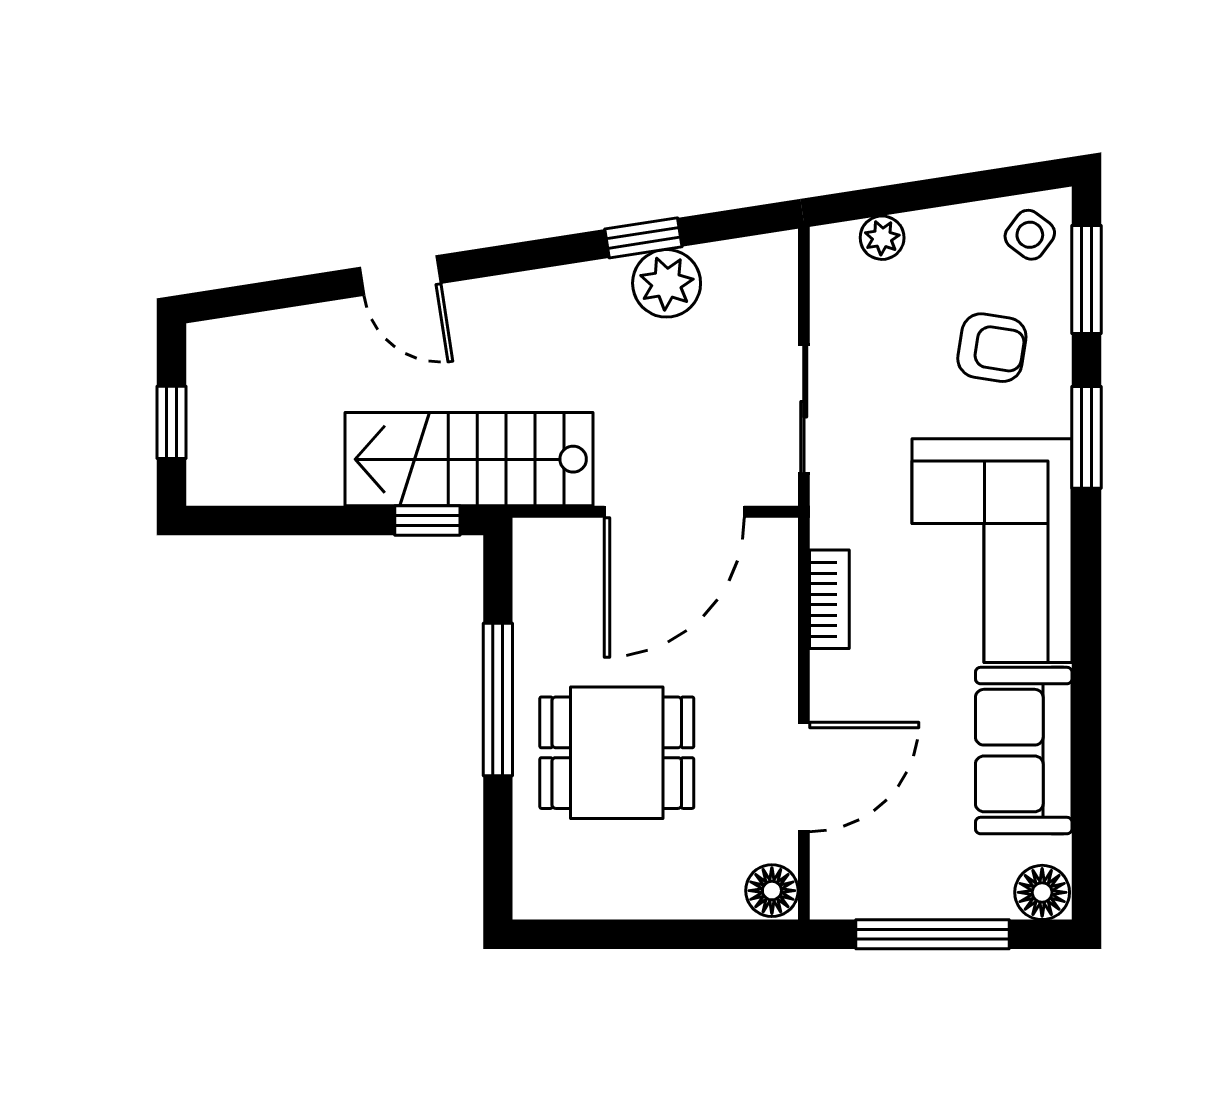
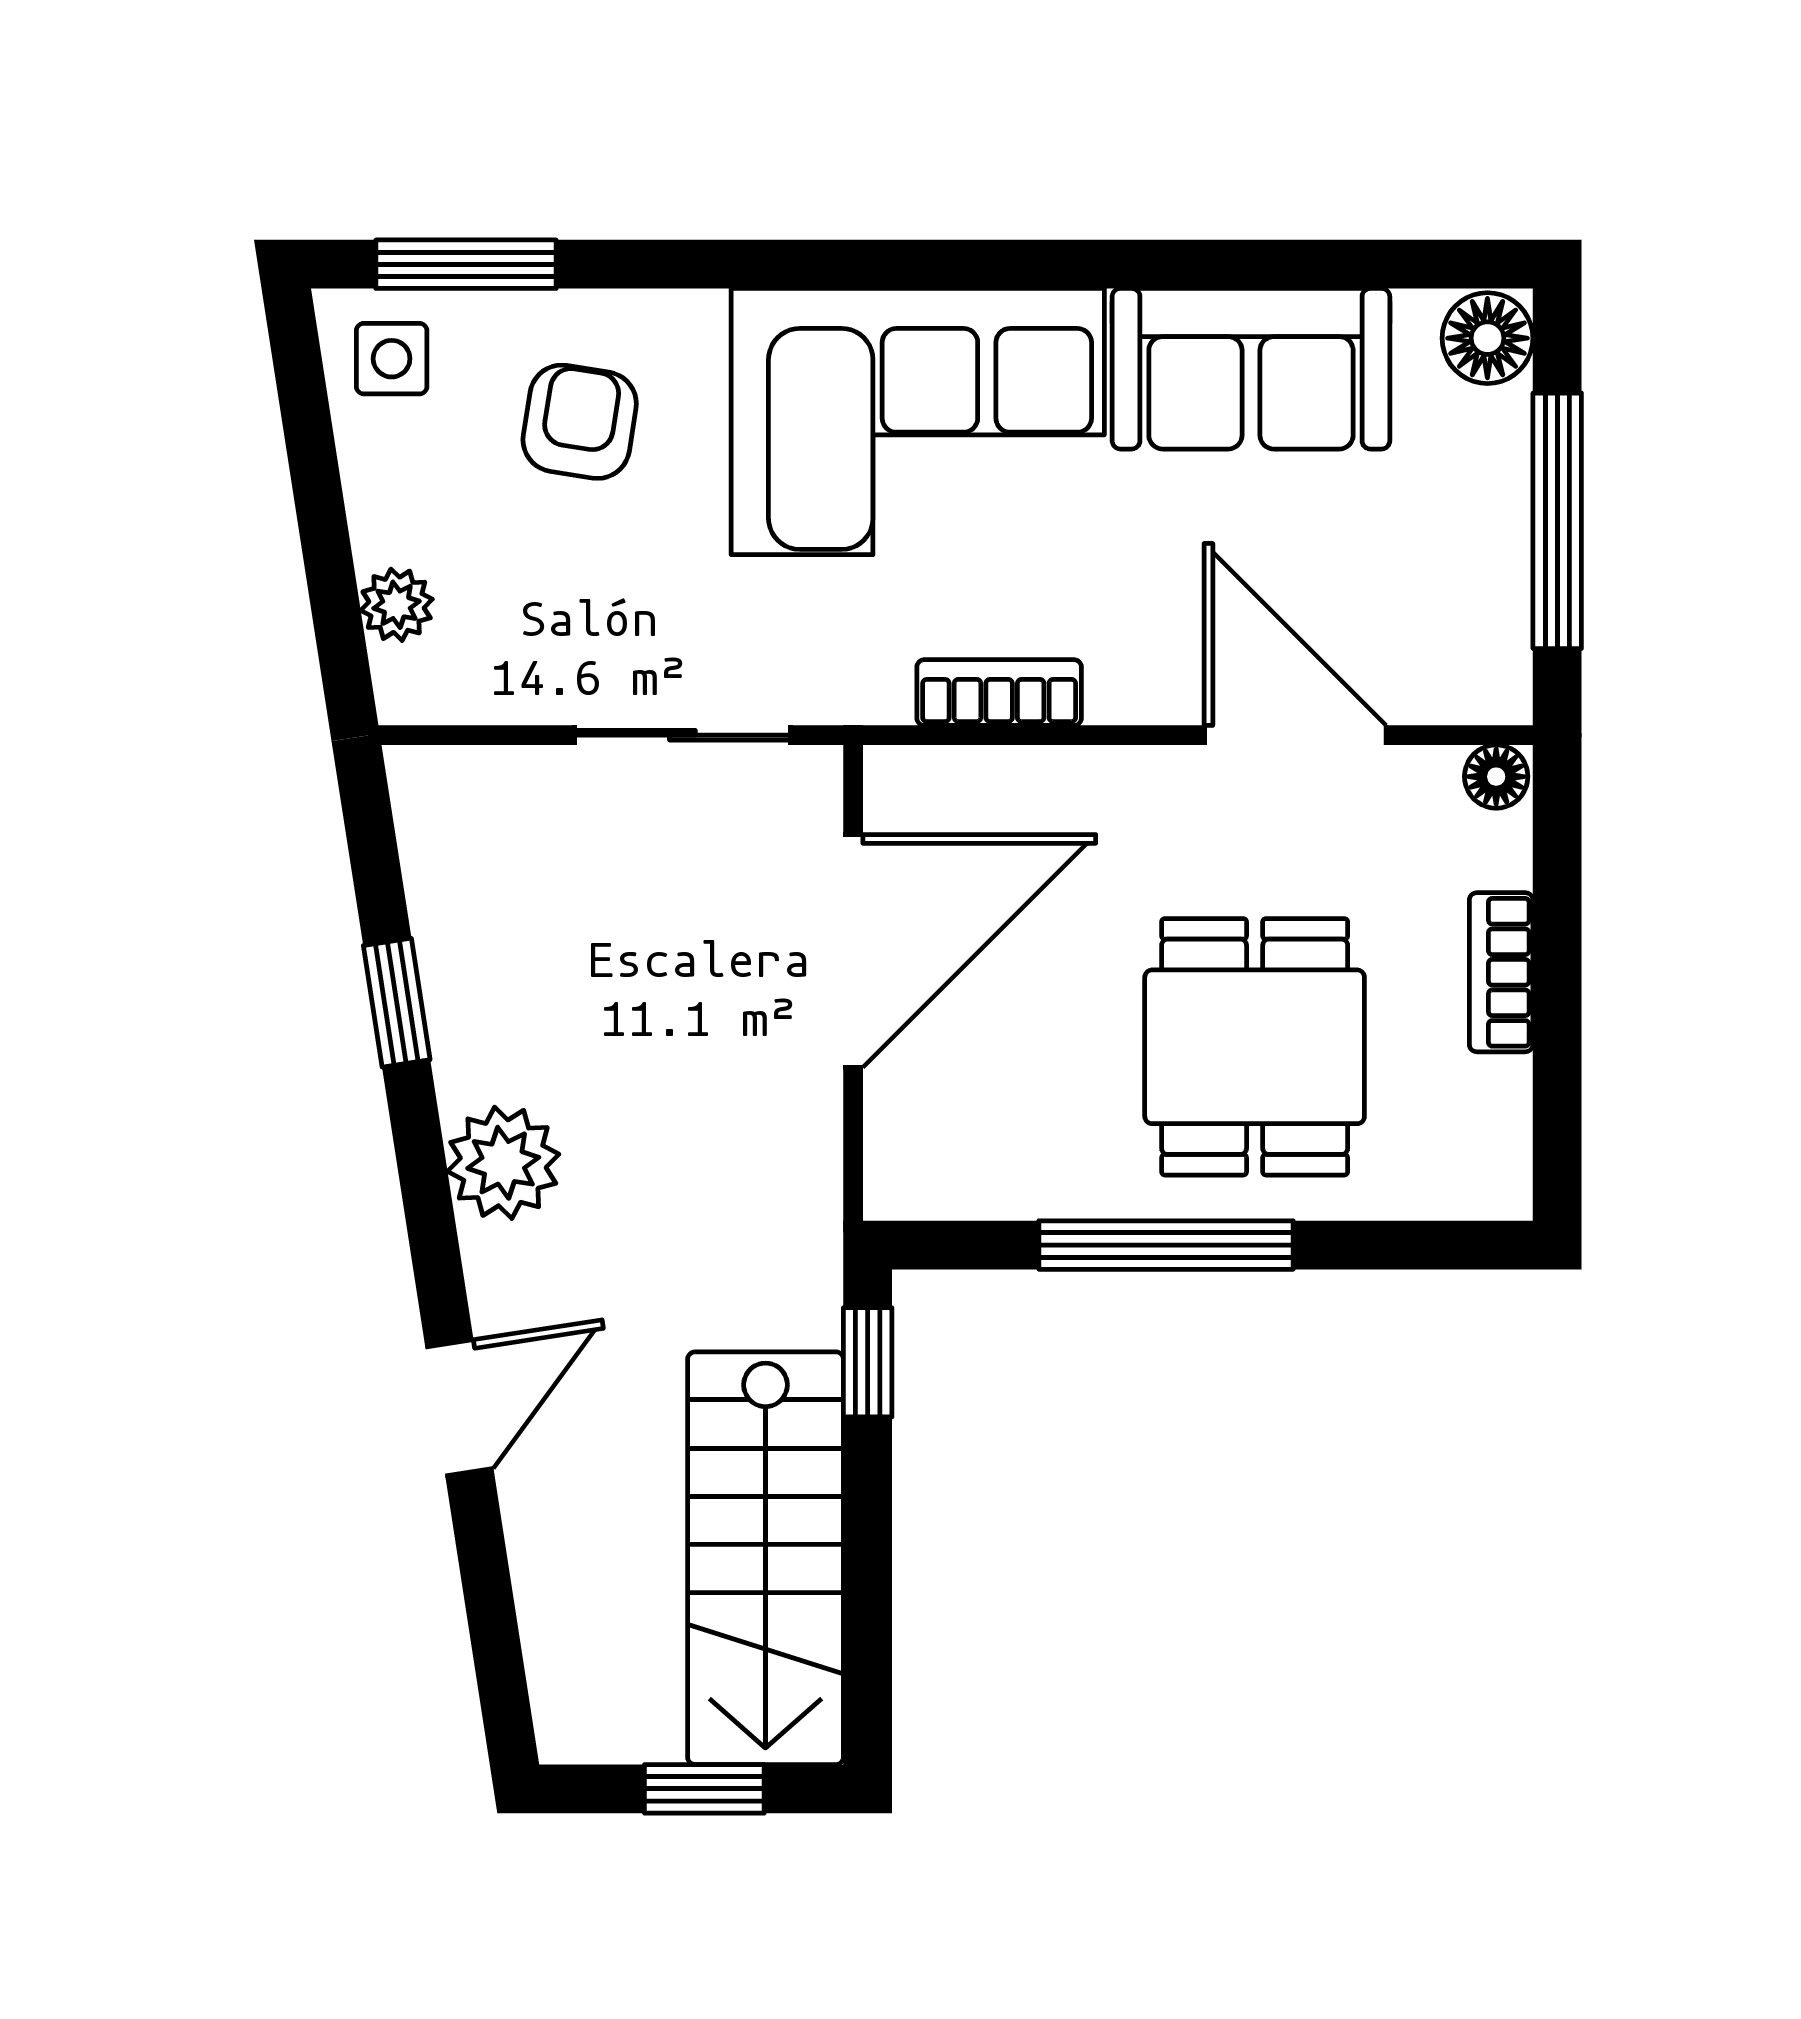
side table: (1030, 235) -> (392, 359), turned -37
plant: (667, 283) -> (503, 1163), moved
window: (1087, 437) -> (729, 264), removed
stairs: (469, 459) -> (765, 1558), moved
door: (674, 512) -> (853, 951), hinge flipped
floor lamp: (772, 891) -> (1496, 777), width x0.73, depth x0.73
bookcase: (662, 901) -> (1501, 972), added

